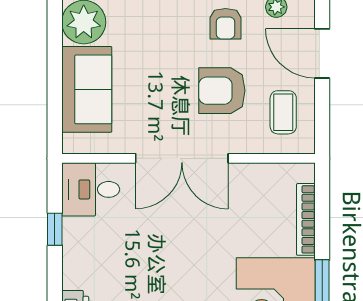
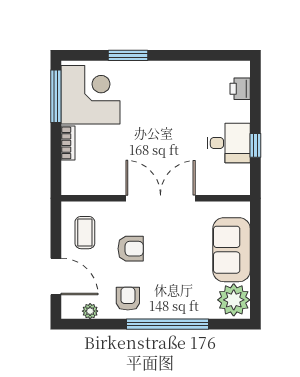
armchair: (222, 91) -> (131, 249), width x0.72, depth x0.72
desk: (91, 189) -> (229, 143), moved
bookcase: (306, 219) -> (68, 143), width x0.64

